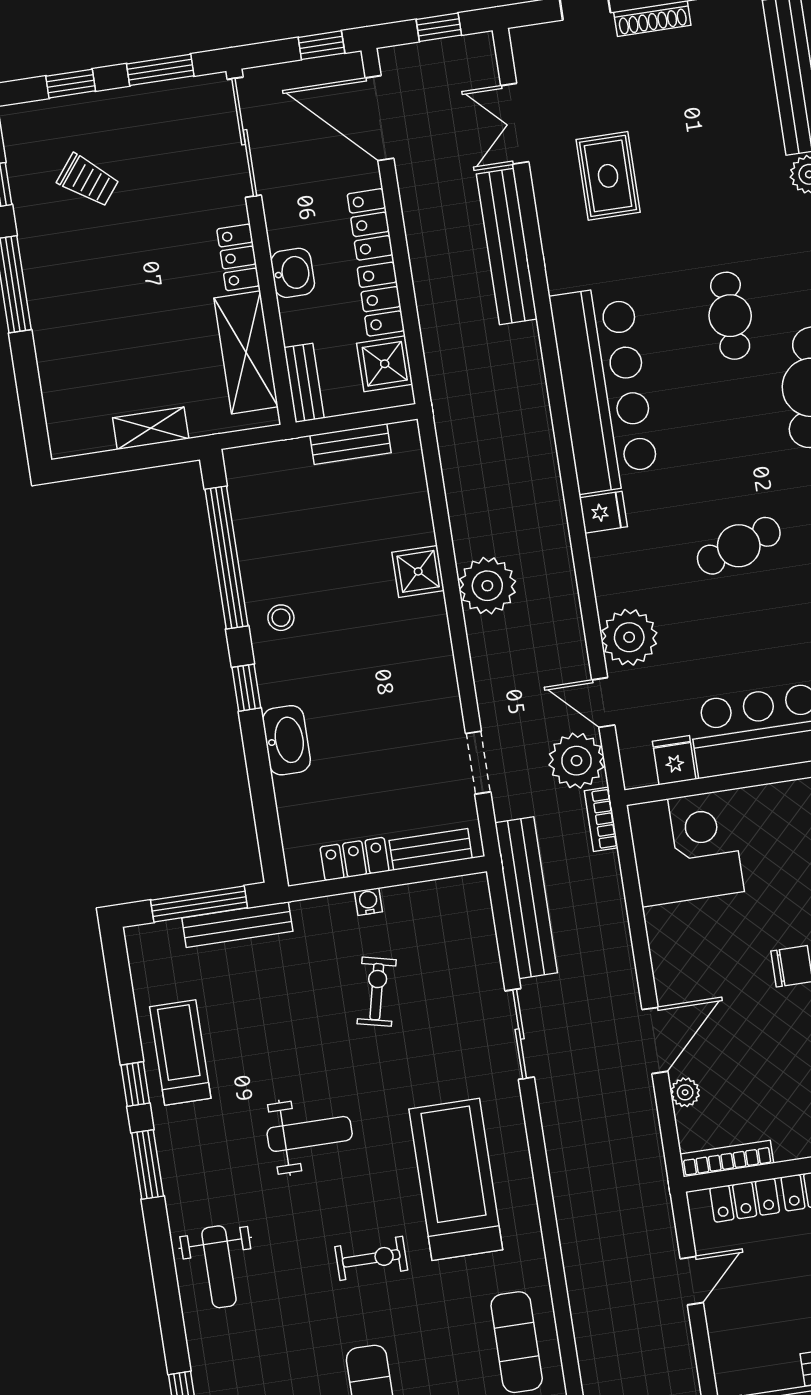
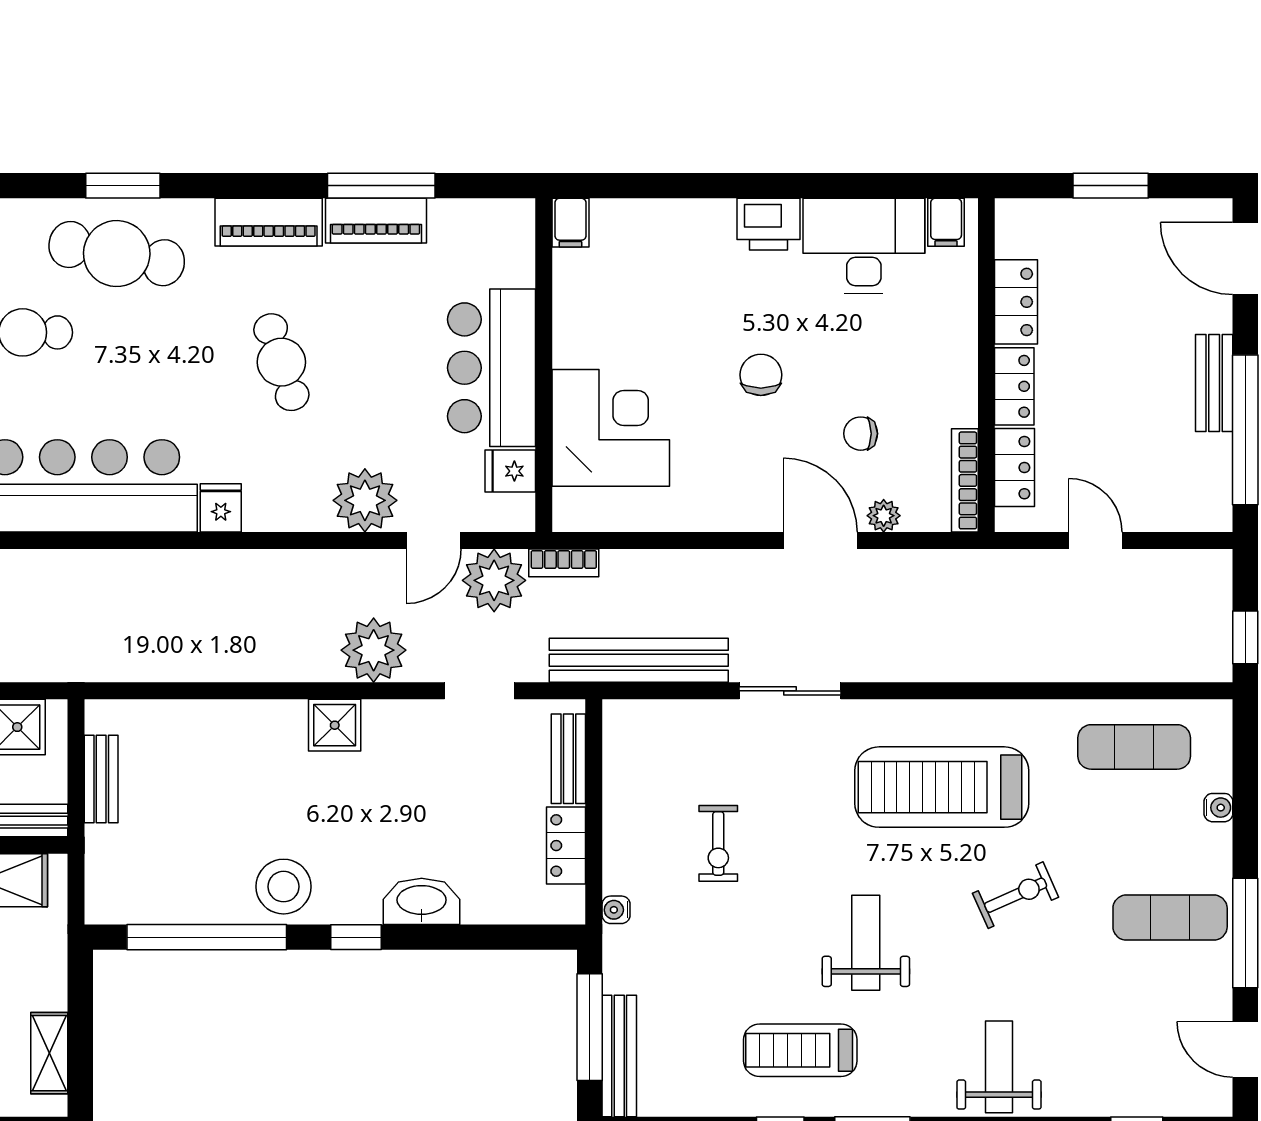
shelving: (151, 428) -> (49, 1053), moved
shower: (418, 571) -> (335, 725), moved
plant: (487, 586) -> (374, 650), moved
stool: (281, 618) -> (284, 887), width x1.89, depth x1.89
corner desk: (685, 848) -> (611, 428), moved, turned 90
water cooler: (368, 902) -> (616, 910), moved
bench: (237, 925) -> (619, 1056), moved
exercise bike: (377, 992) -> (718, 843), turned -103
treadmill: (180, 1052) -> (800, 1050), moved
chair: (754, 1061) -> (861, 434), added
exercise bike: (371, 1258) -> (1016, 895), turned 66
weight bench: (219, 1267) -> (999, 1067), turned -90

